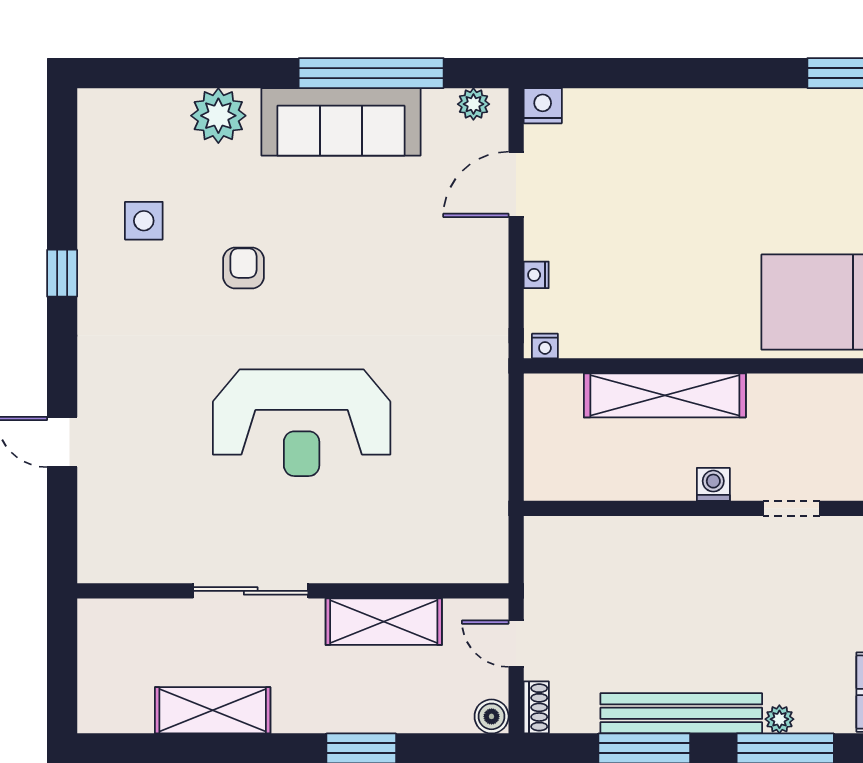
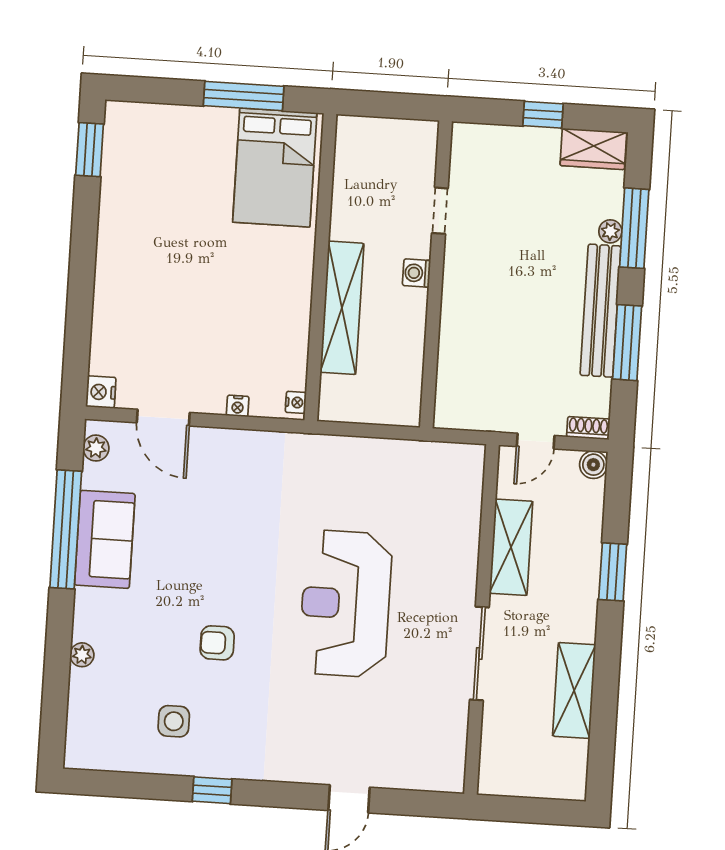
plant: (218, 116) -> (82, 655), width x0.53, depth x0.53
sofa: (341, 122) -> (105, 539), width x0.73
reception desk: (302, 423) -> (346, 604), turned 180

